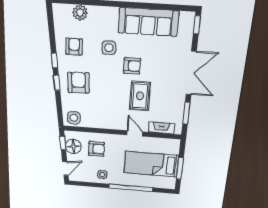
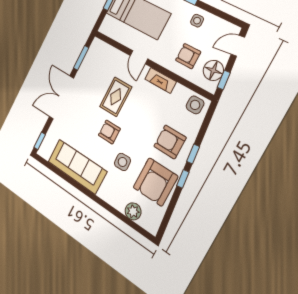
armchair: (74, 47) -> (155, 182), width x1.88, depth x1.88
armchair: (78, 83) -> (170, 142), turned 93
fireplace: (162, 128) -> (161, 80), moved

